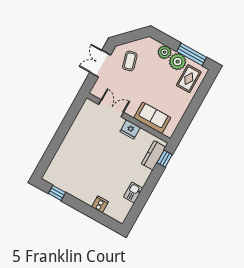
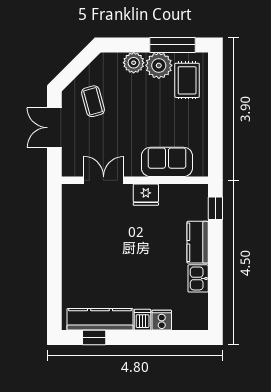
kitchen counter: (154, 155) -> (198, 242), moved
kitchen counter: (66, 185) -> (100, 319), added
dishwasher: (89, 198) -> (143, 320), added

